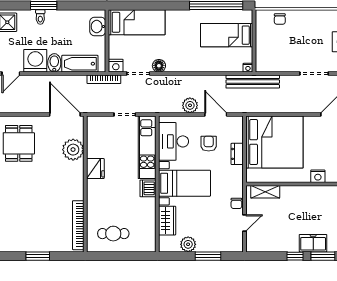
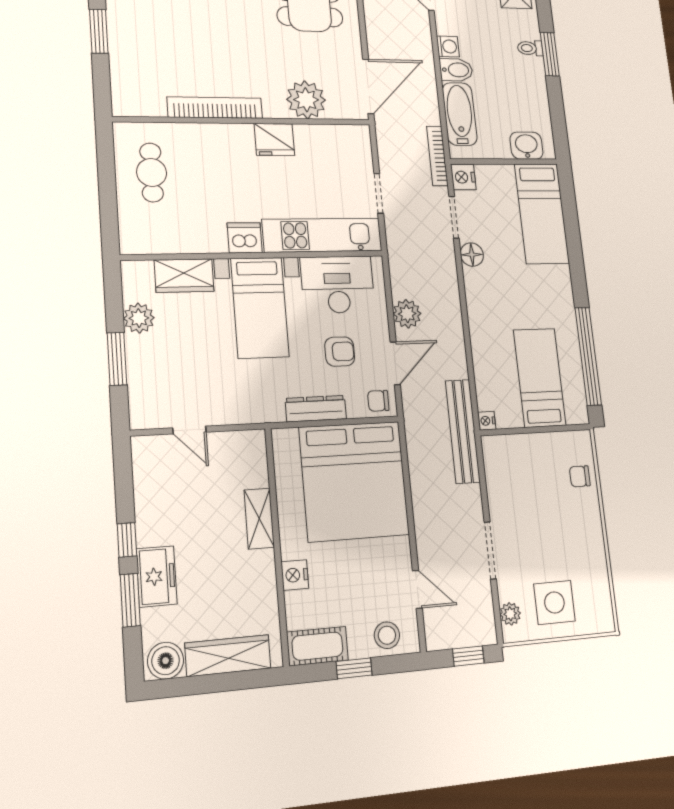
washing machine: (35, 61) -> (448, 46), width x0.53, depth x0.53
dresser: (237, 154) -> (316, 409), width x1.44
shelving: (265, 192) -> (259, 519), moved
chair: (236, 203) -> (378, 401), moved
bookcase: (78, 225) -> (215, 108), moved

